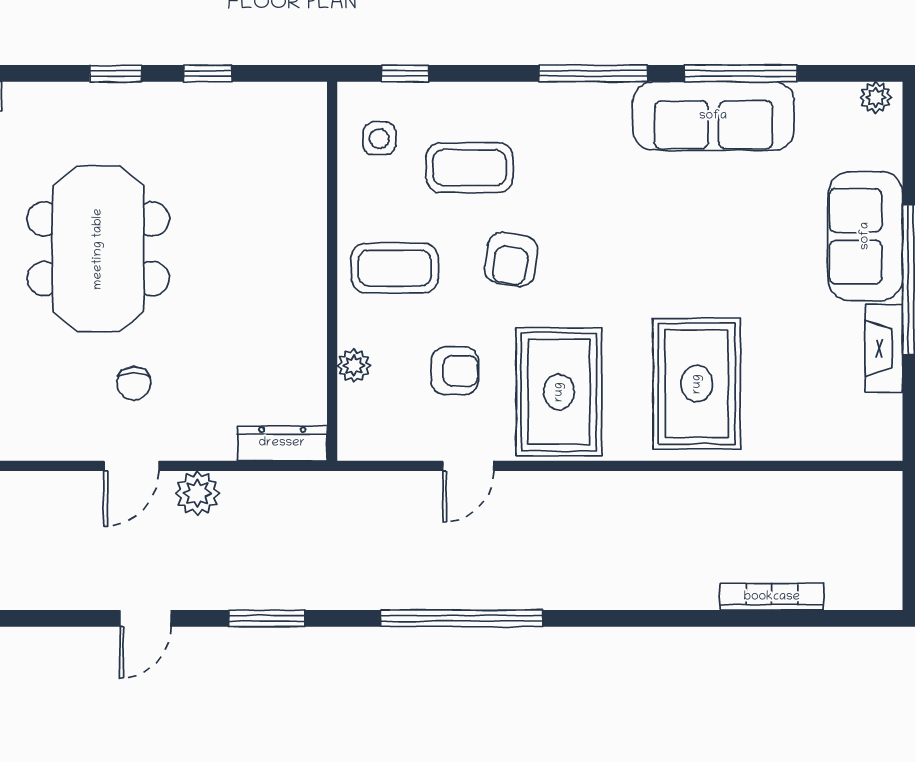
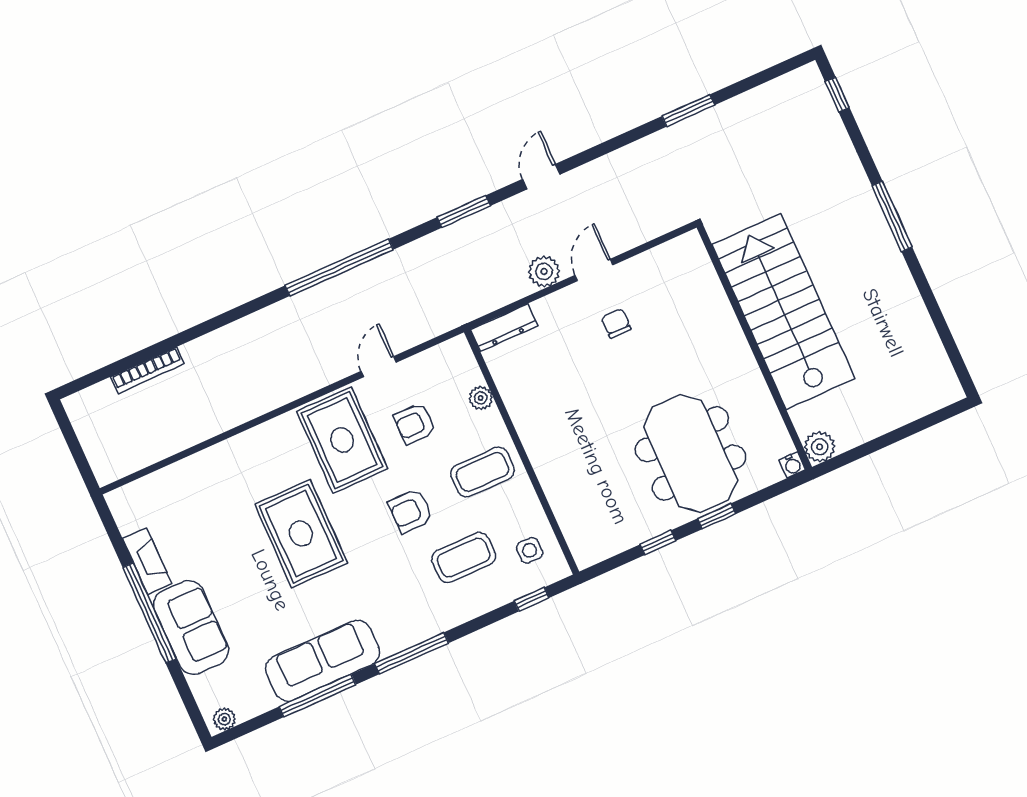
meeting table: (98, 249) -> (690, 453), moved
armchair: (511, 260) -> (411, 511), turned -99
rug: (697, 384) -> (301, 534), moved

